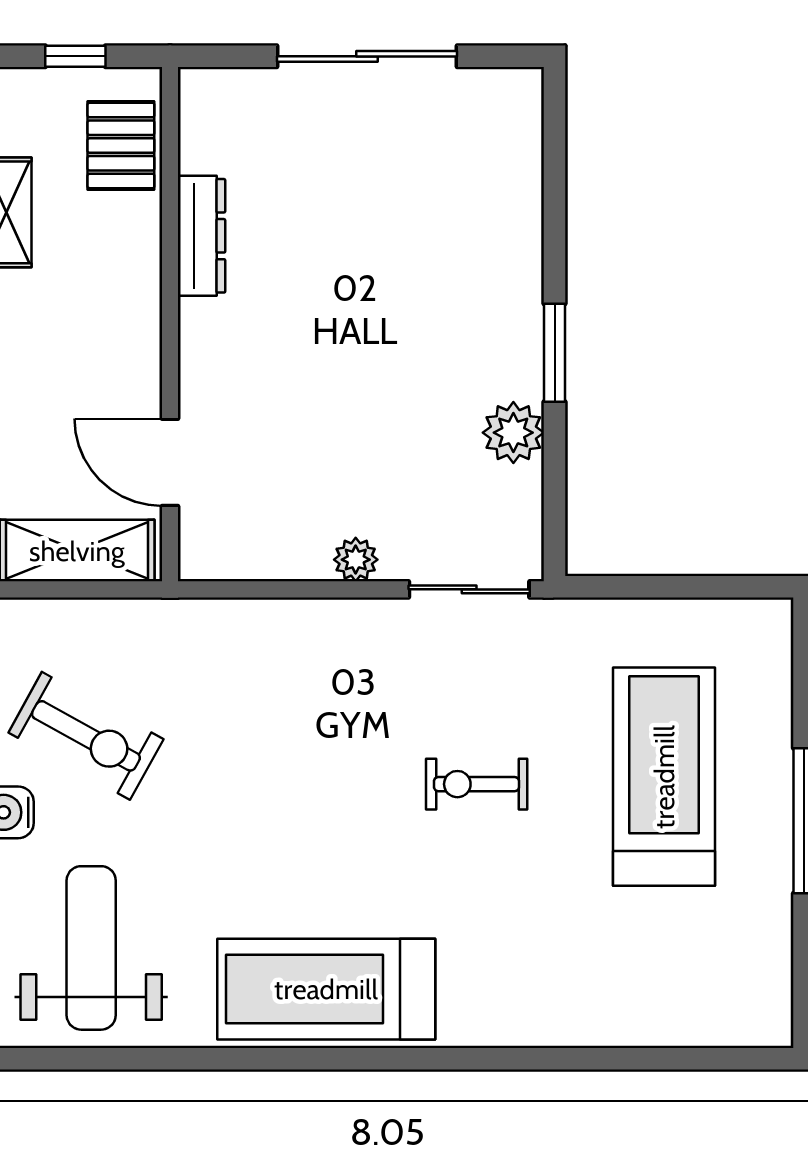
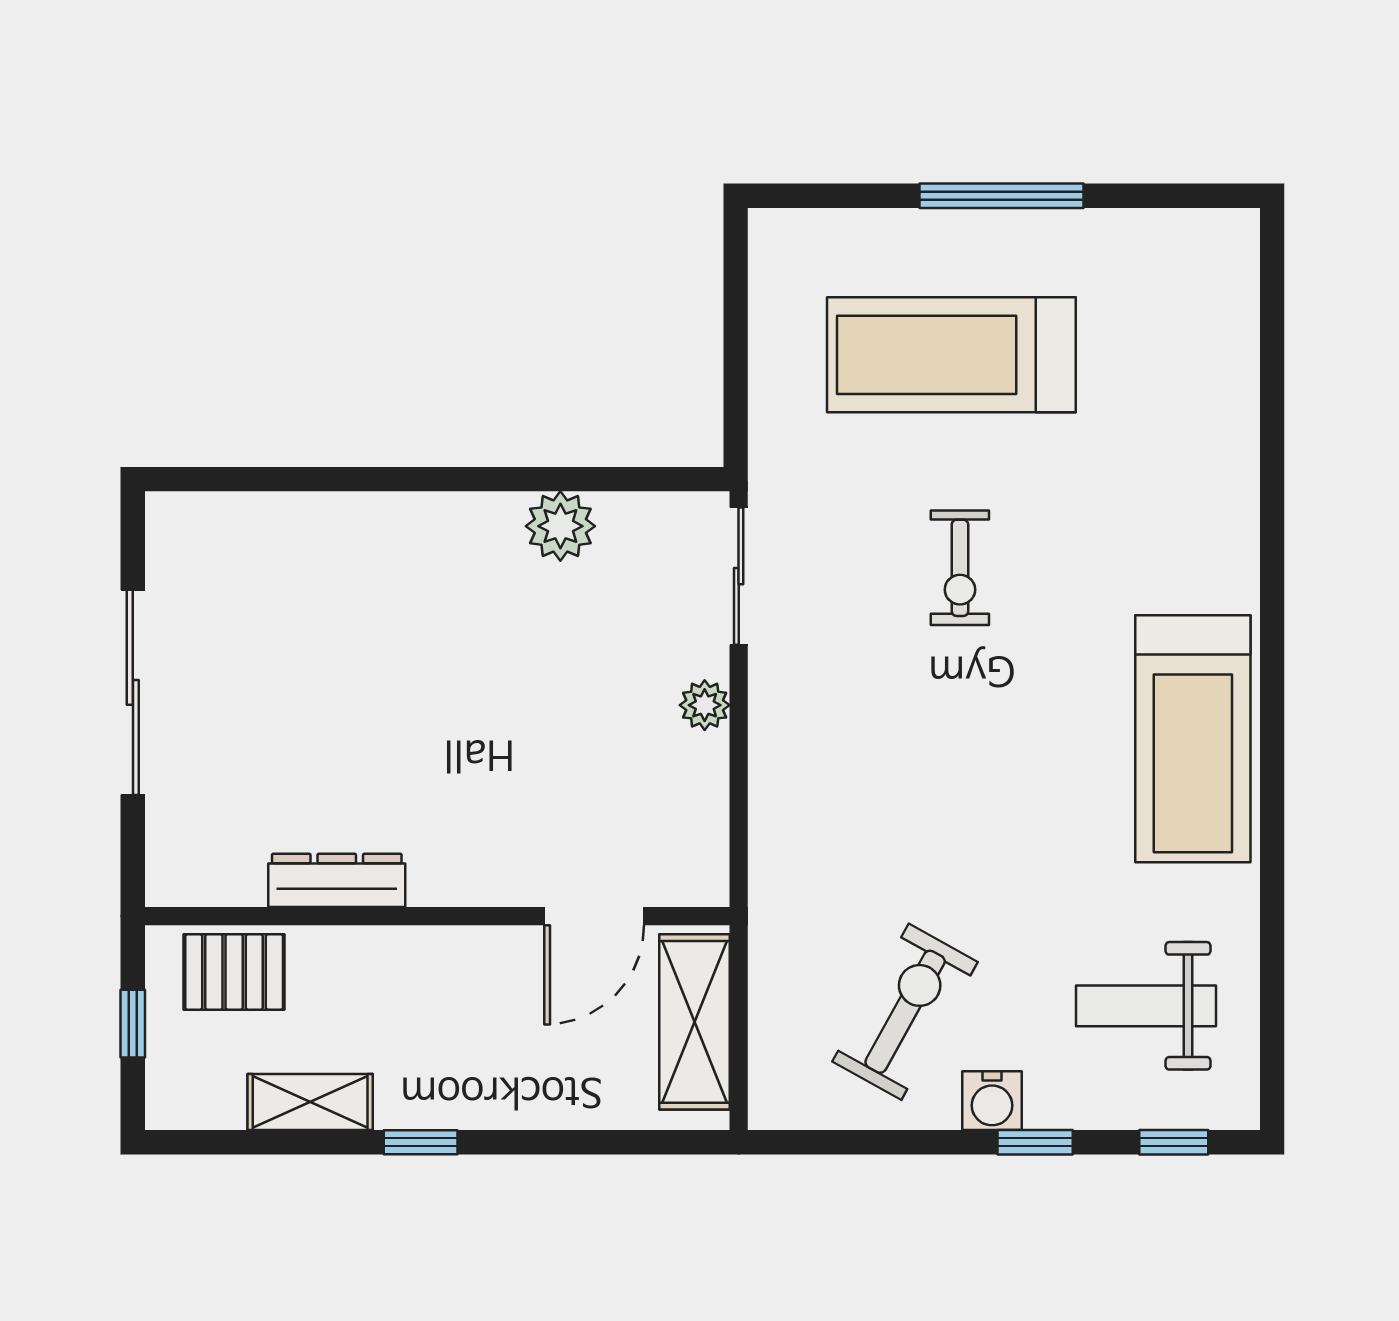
window: (555, 353) -> (470, 479), removed
weight bench: (91, 948) -> (1146, 1006), width x0.73, depth x0.75

